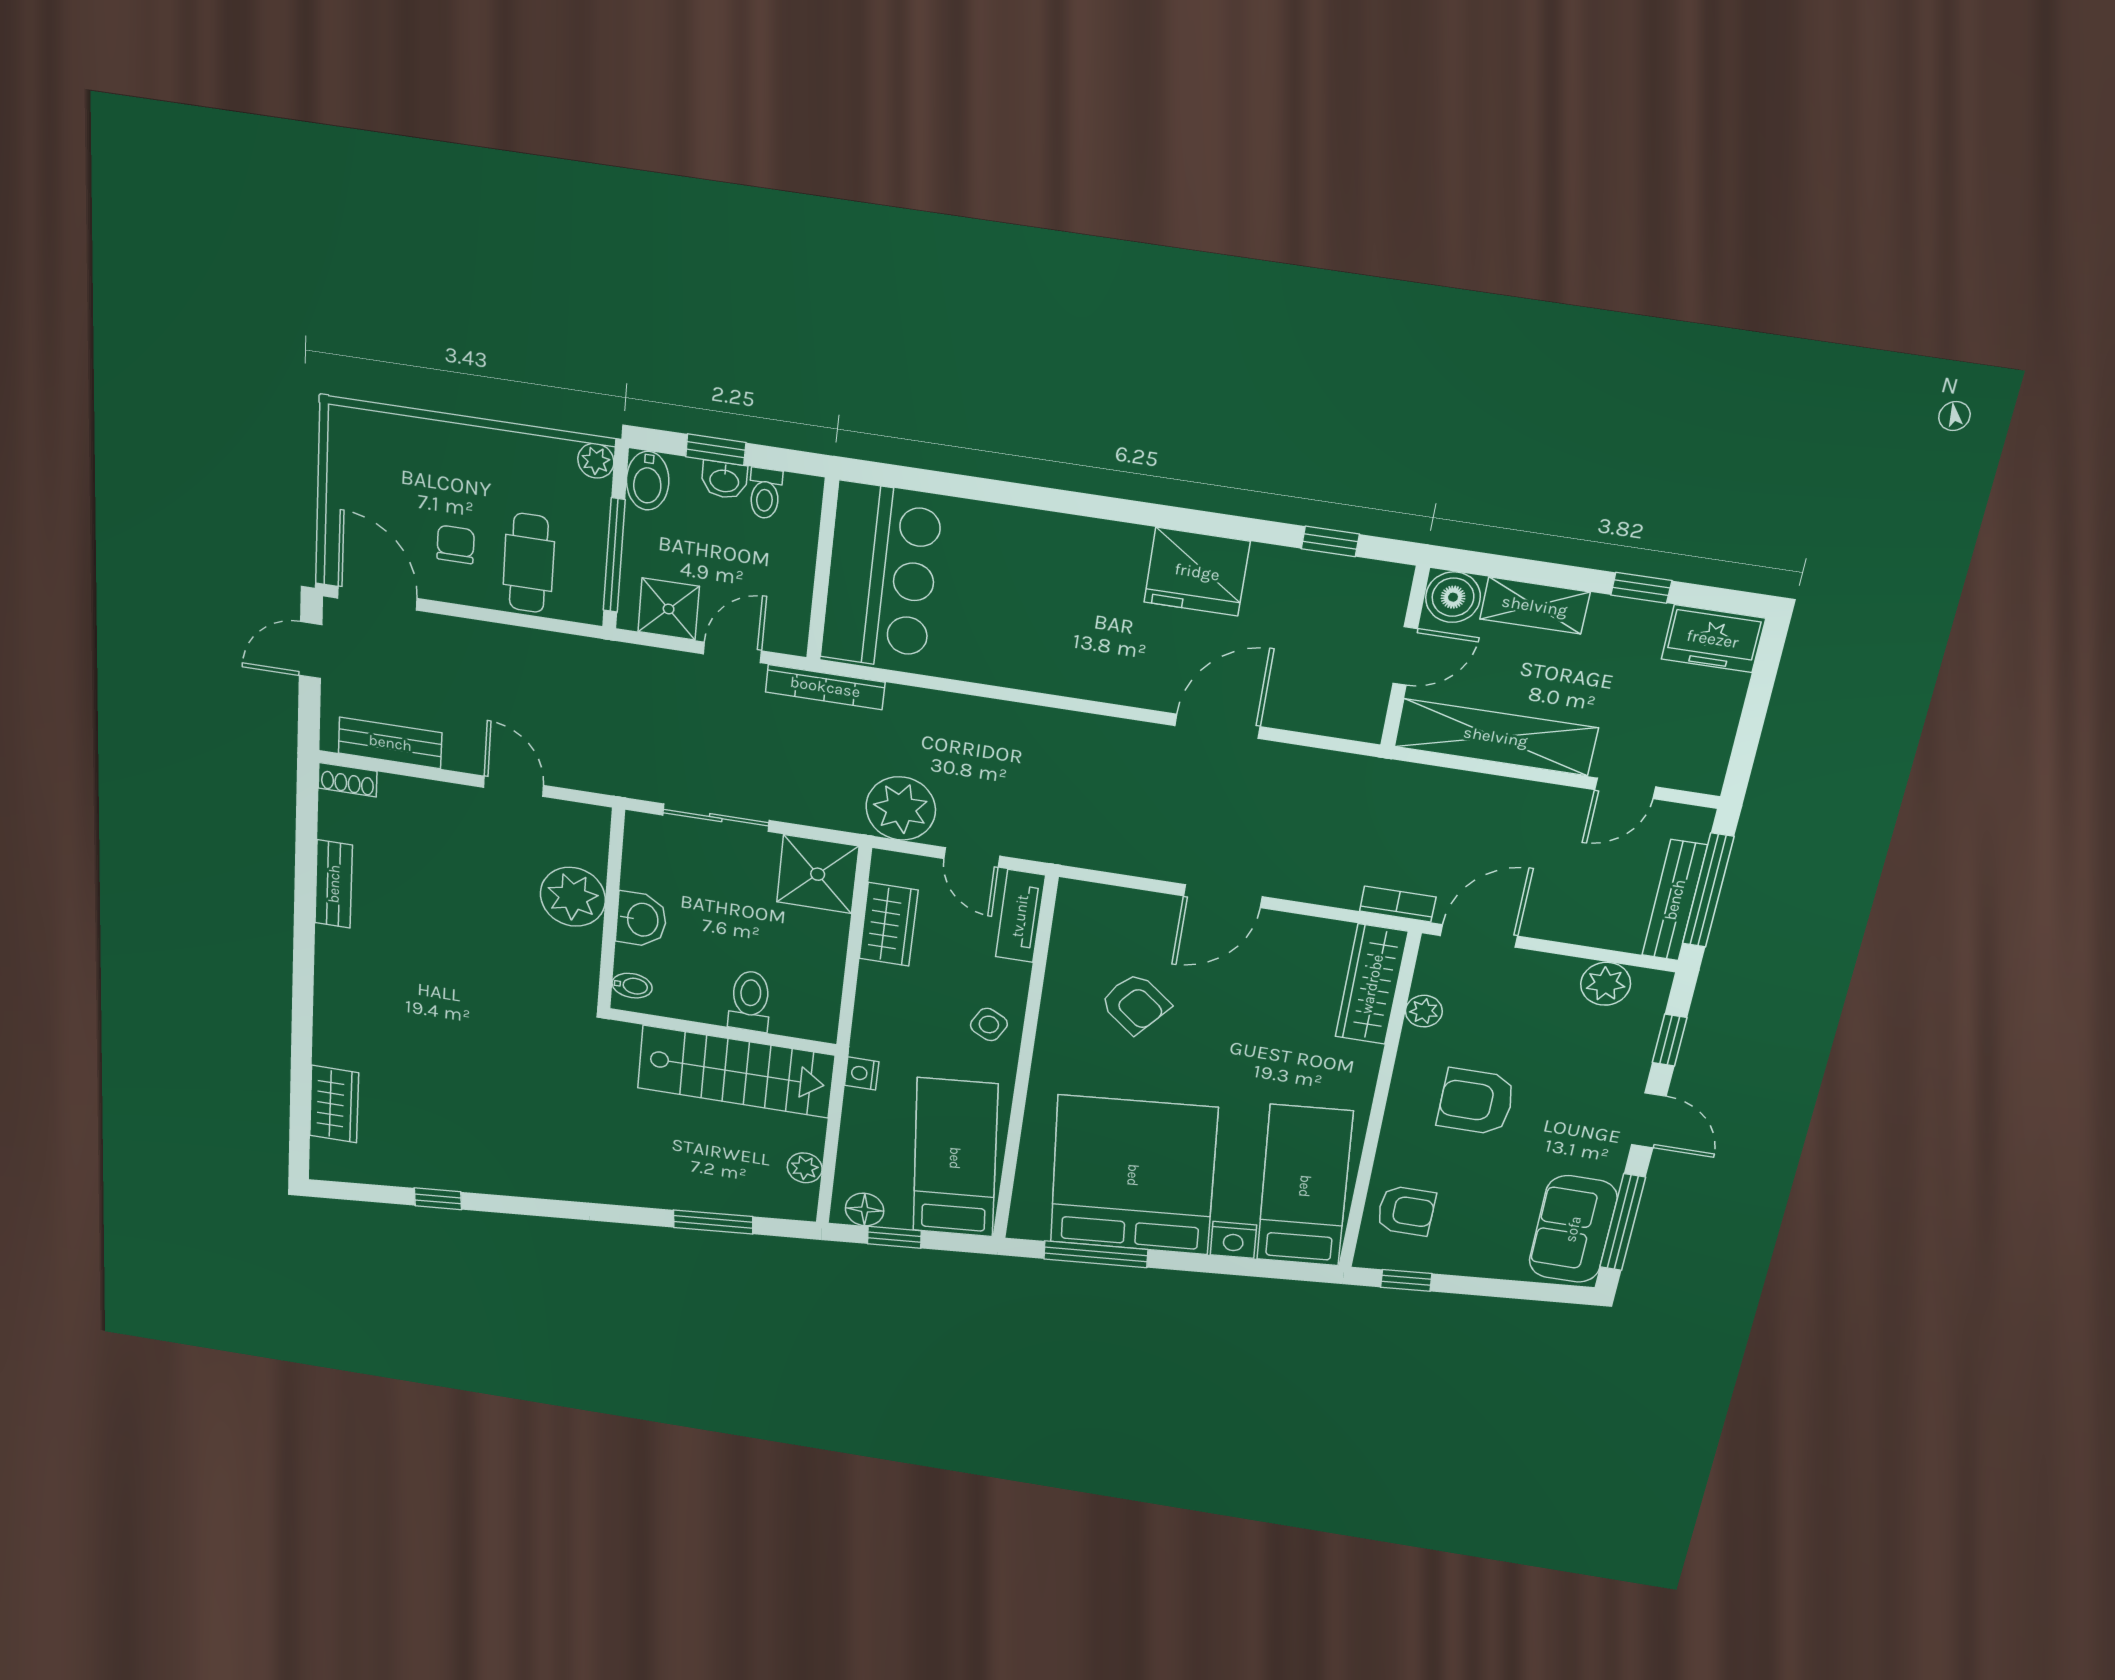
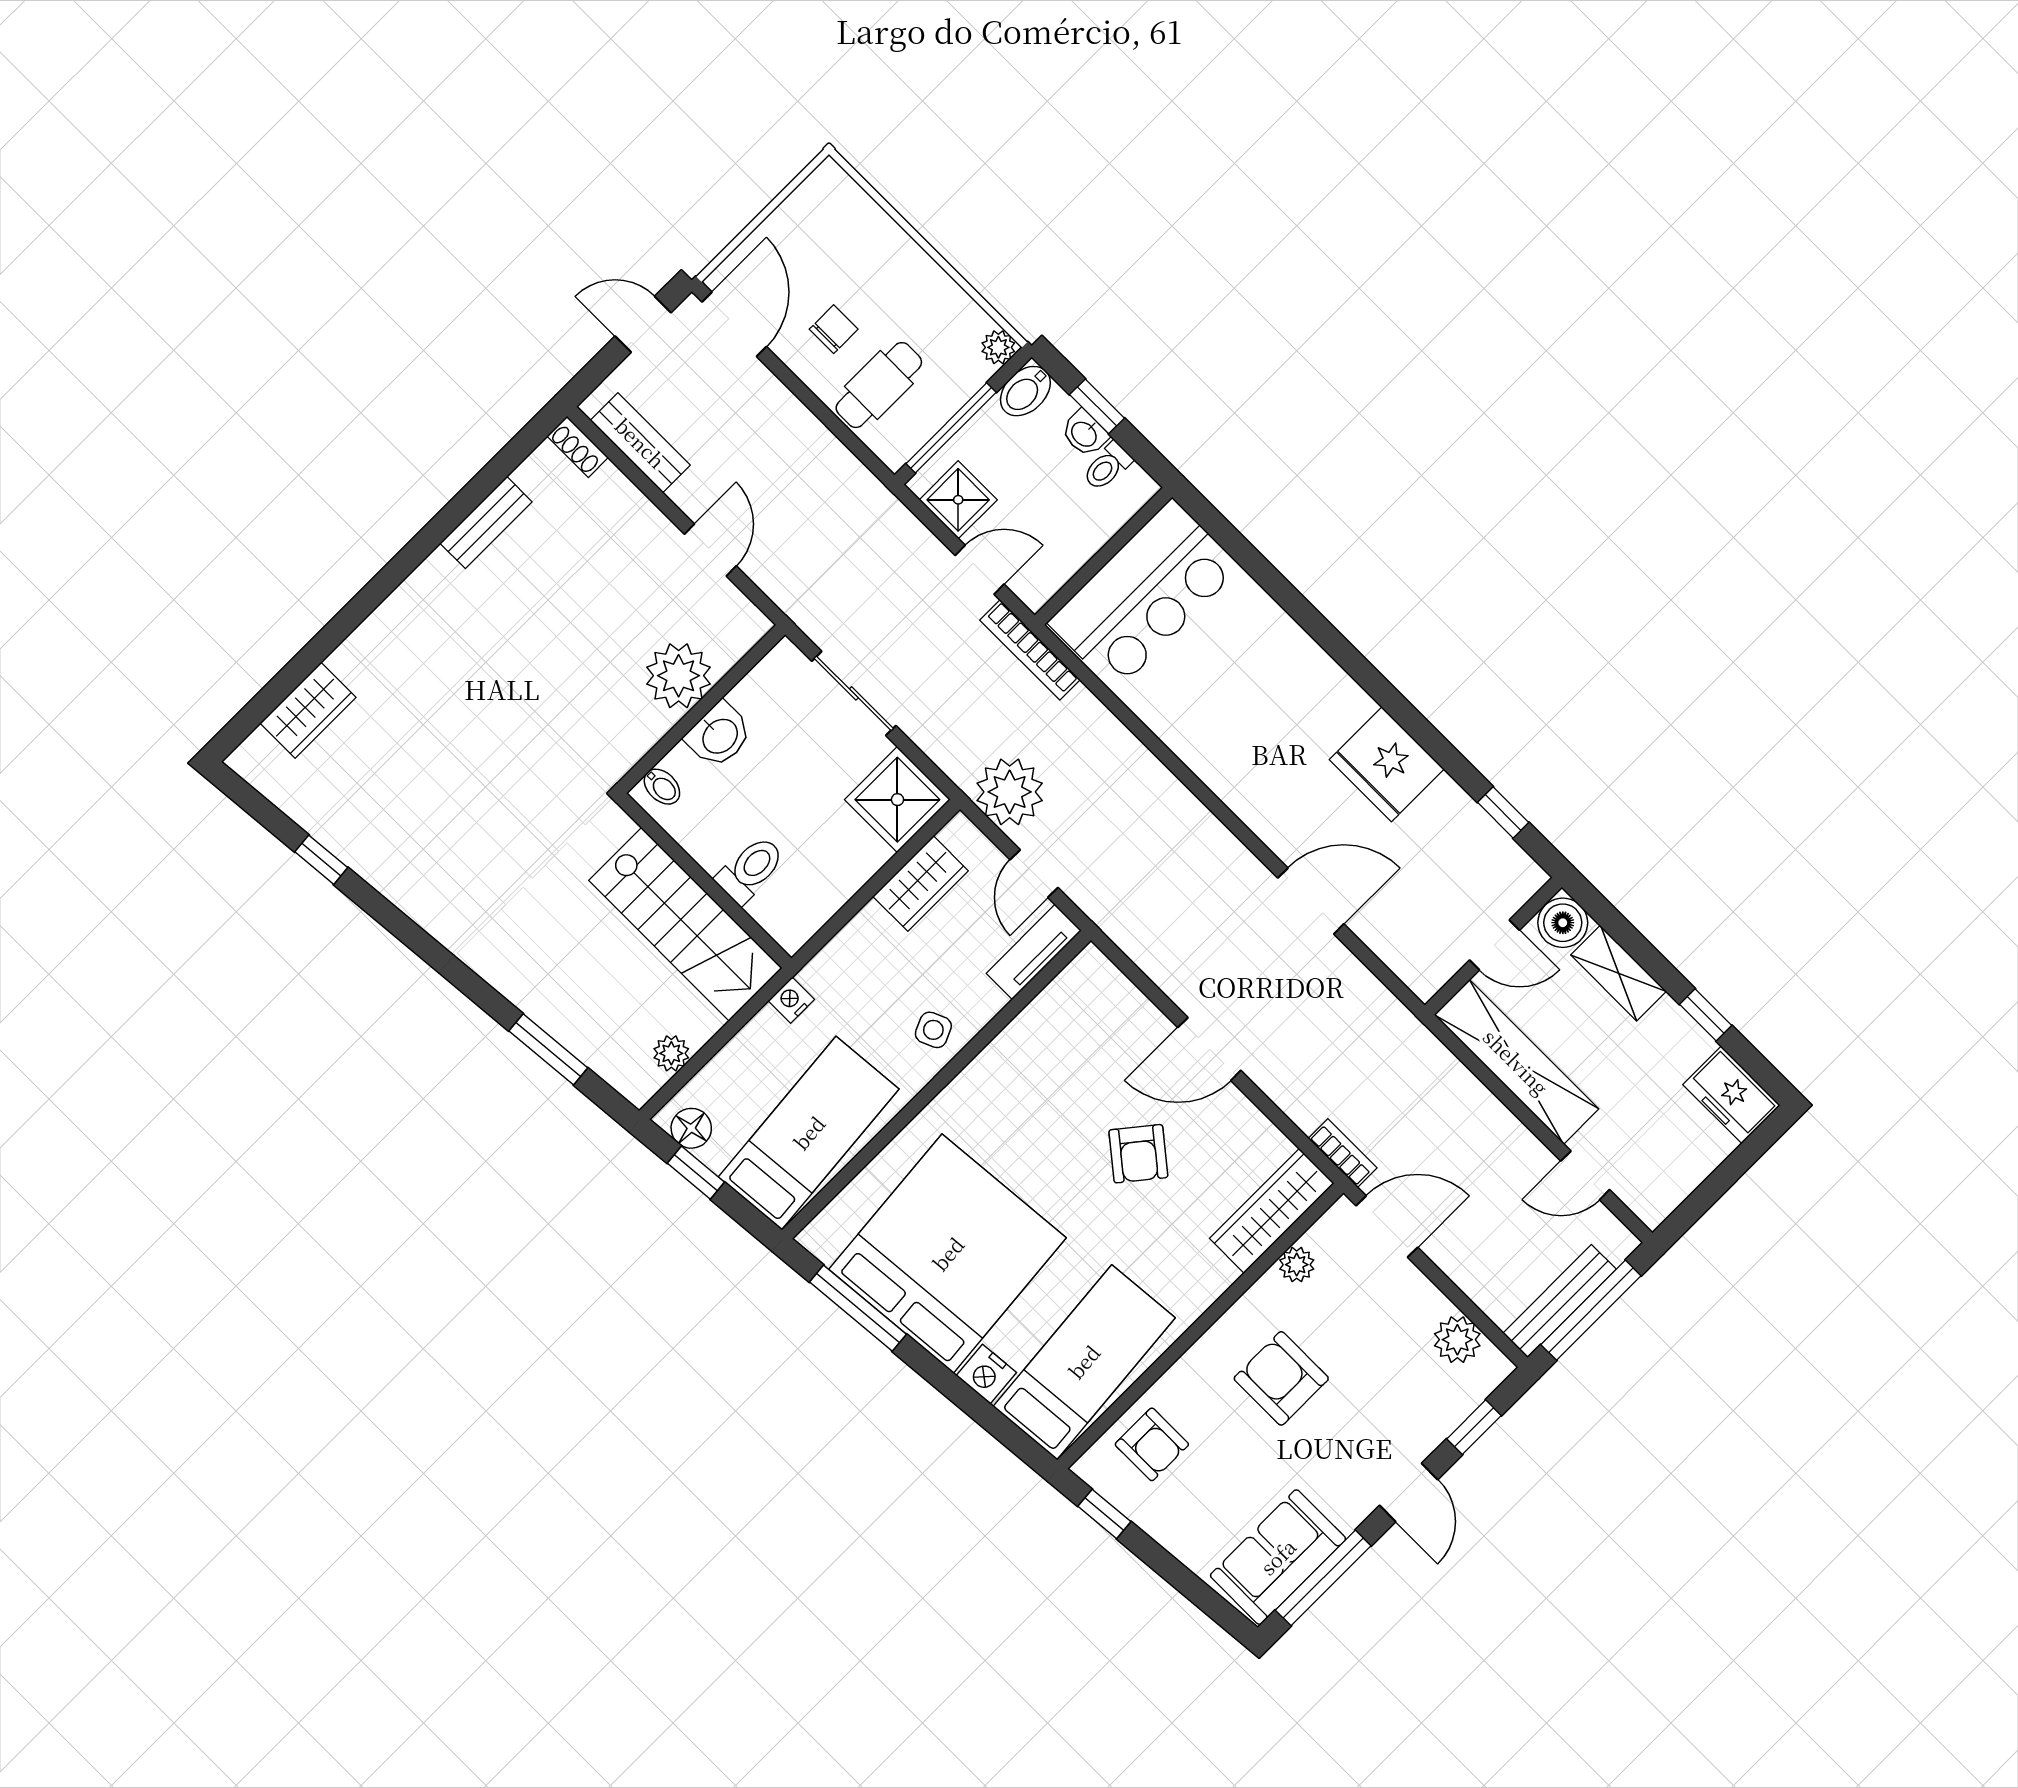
armchair: (1135, 1004) -> (1138, 1154), moved
side table: (989, 1024) -> (933, 1030), turned 38

